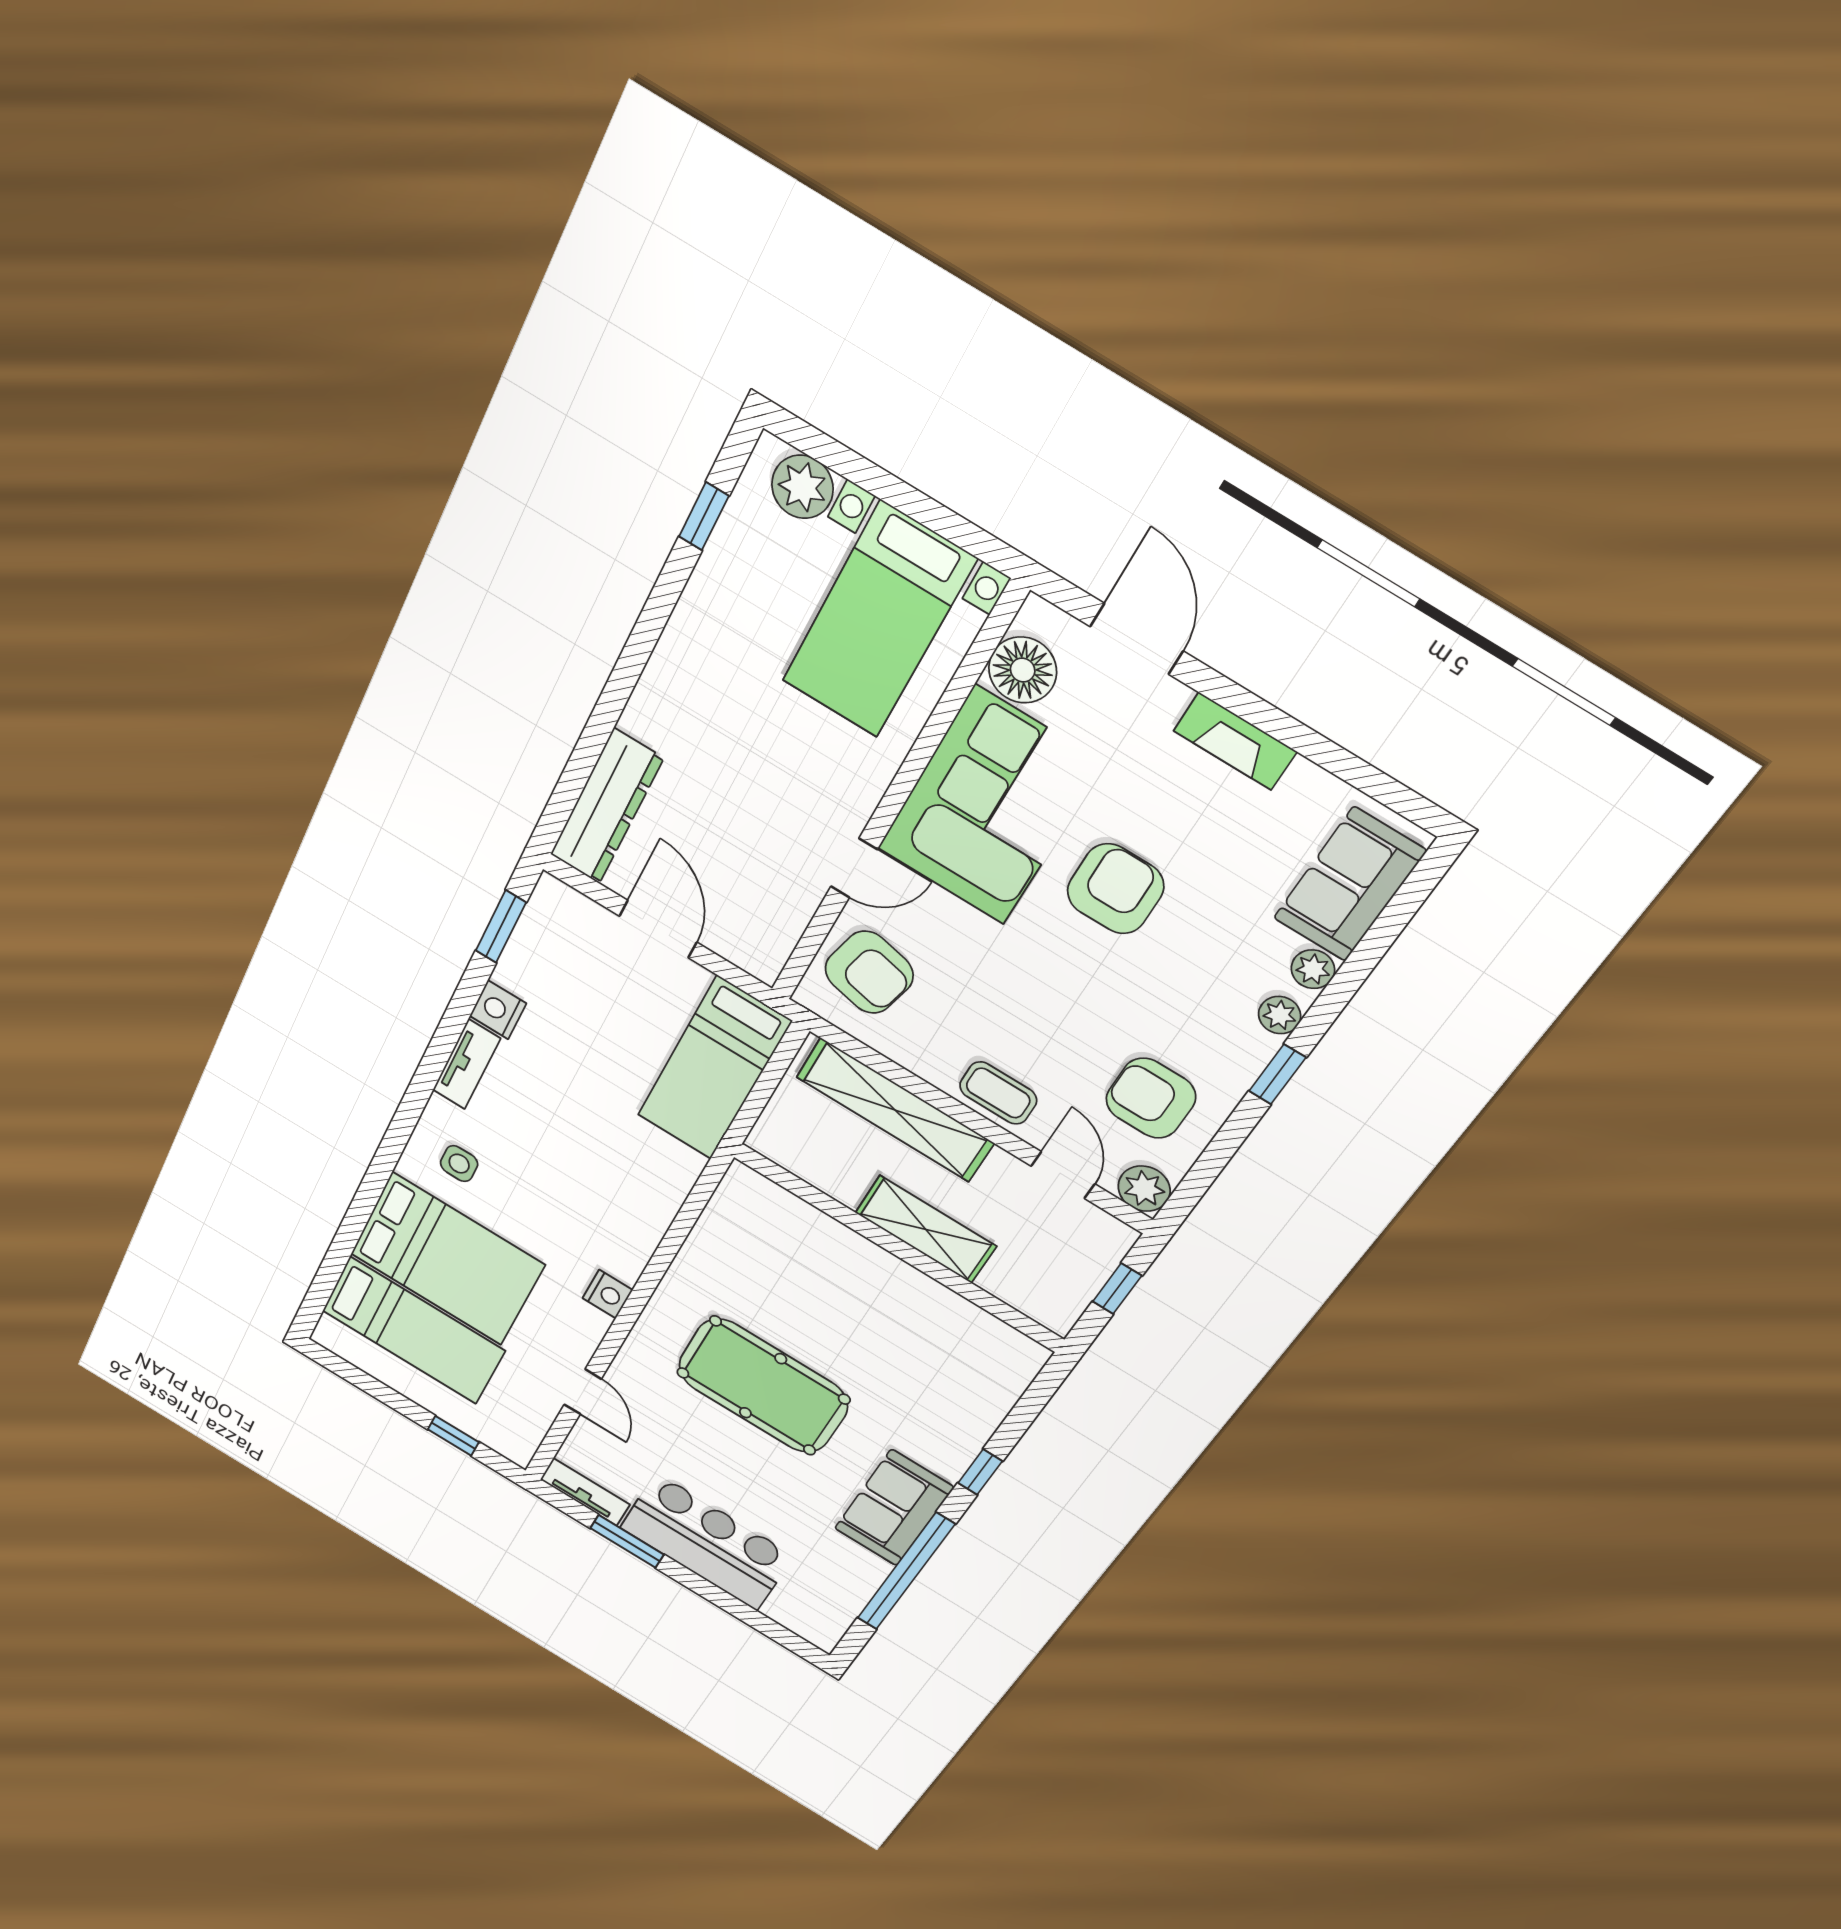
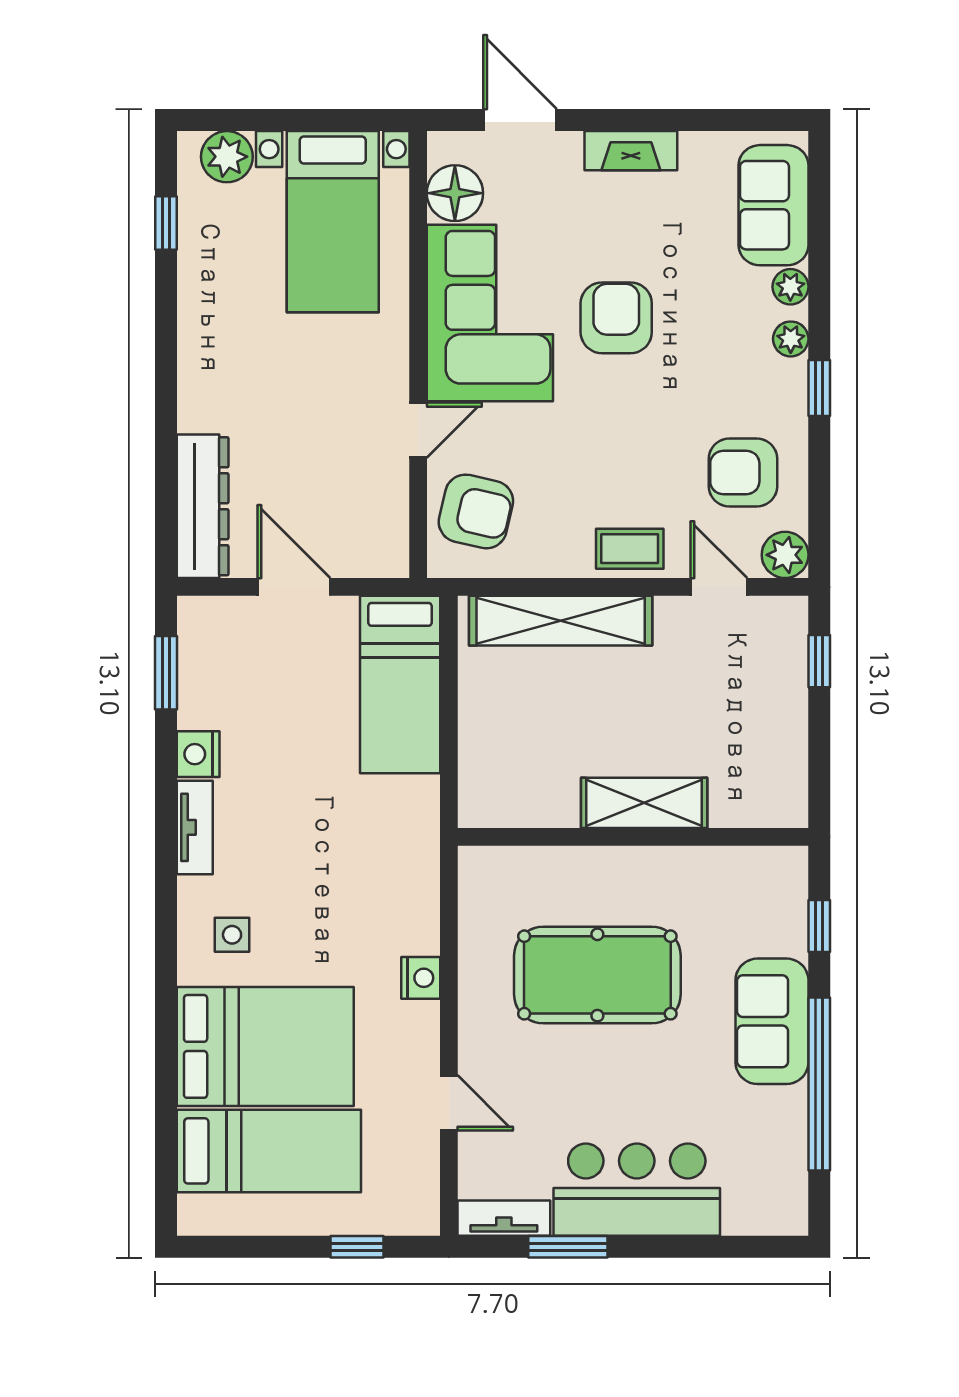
shelving: (926, 1229) -> (644, 803), moved
wall: (899, 1248) -> (633, 837), moved

